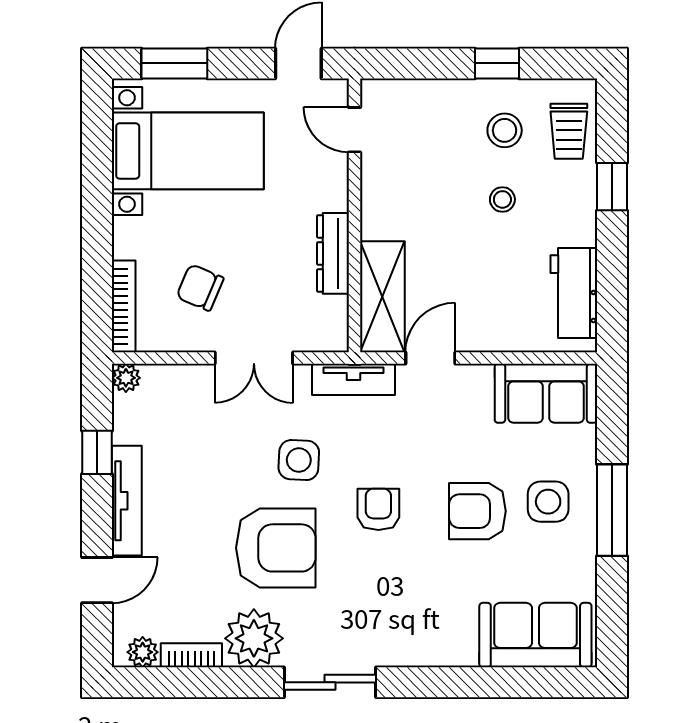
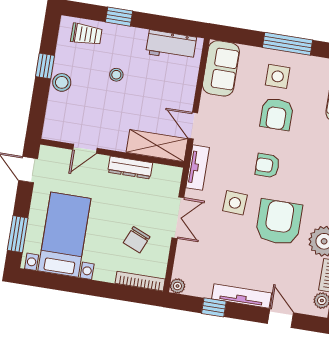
door: (354, 130) -> (85, 149), moved
stool: (505, 130) -> (62, 82), moved

